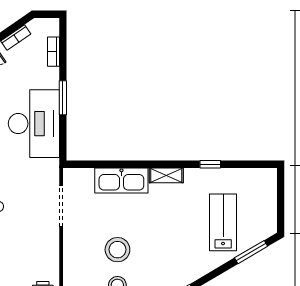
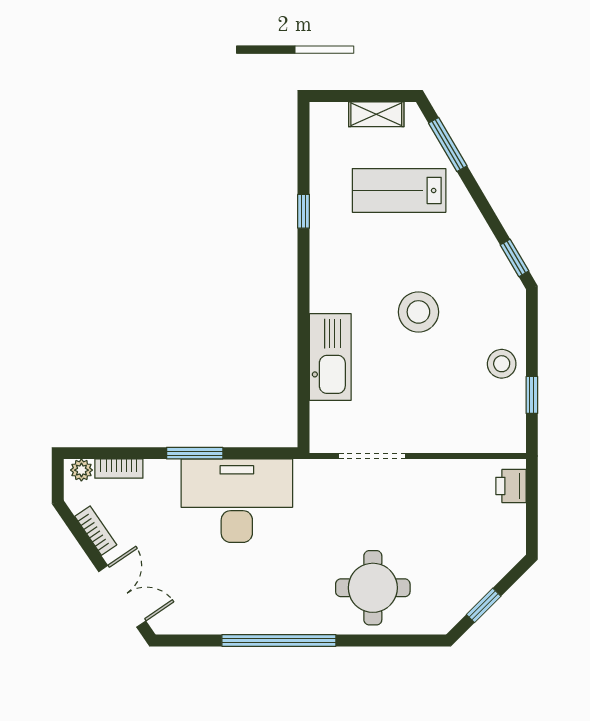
plant: (53, 29) -> (81, 470), added
shelving: (166, 175) -> (376, 114), moved, turned 90
stool: (117, 250) -> (418, 312), moved

